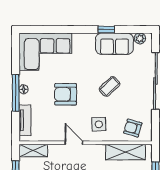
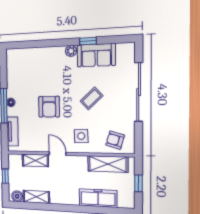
plant: (140, 38) -> (71, 51), moved
corner sofa: (45, 52) -> (30, 66), removed
armchair: (66, 94) -> (49, 107), turned -90
shelving: (33, 151) -> (35, 160), moved

